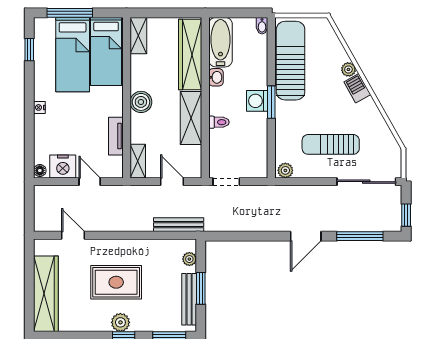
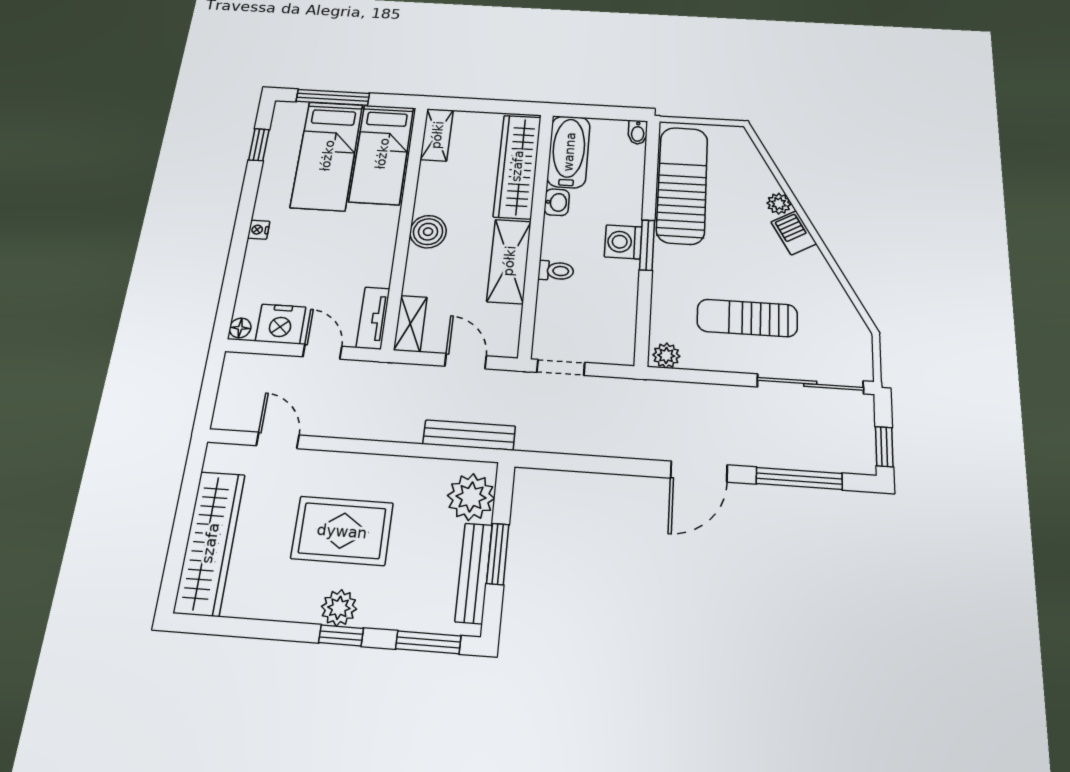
tv unit: (116, 136) -> (373, 318), moved
plant: (189, 259) -> (471, 497), width x1.88, depth x1.88

